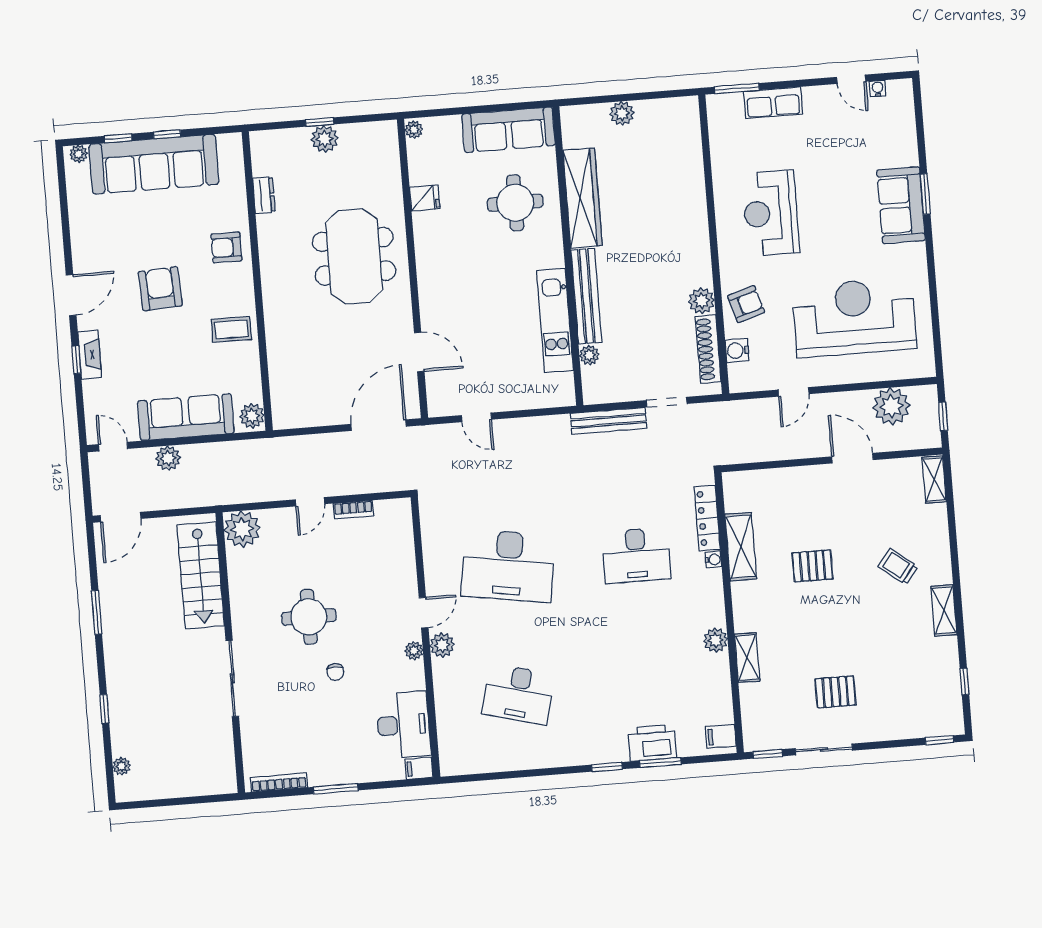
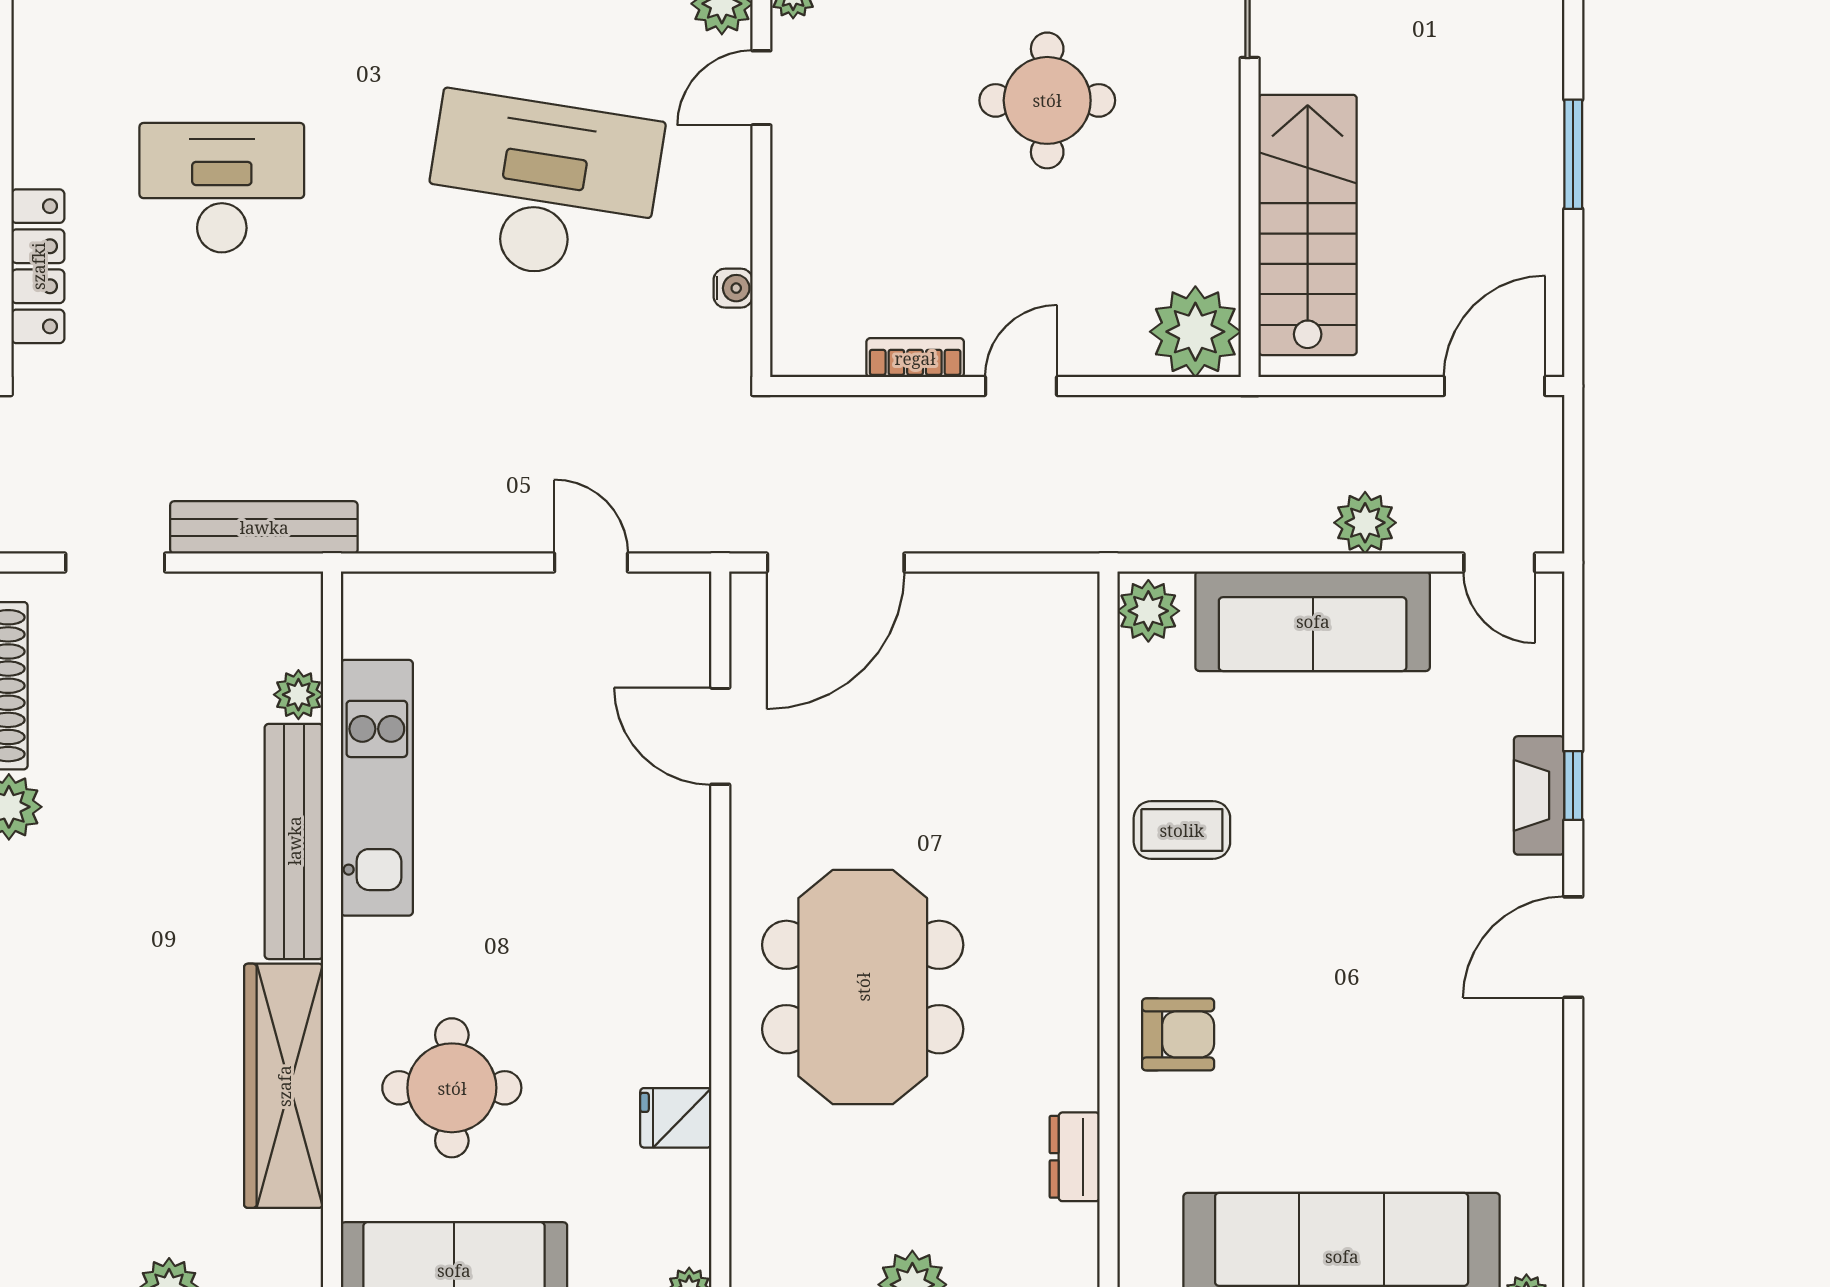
armchair: (160, 289) -> (1351, 945), removed
water cooler: (713, 560) -> (733, 288), moved, turned 180

